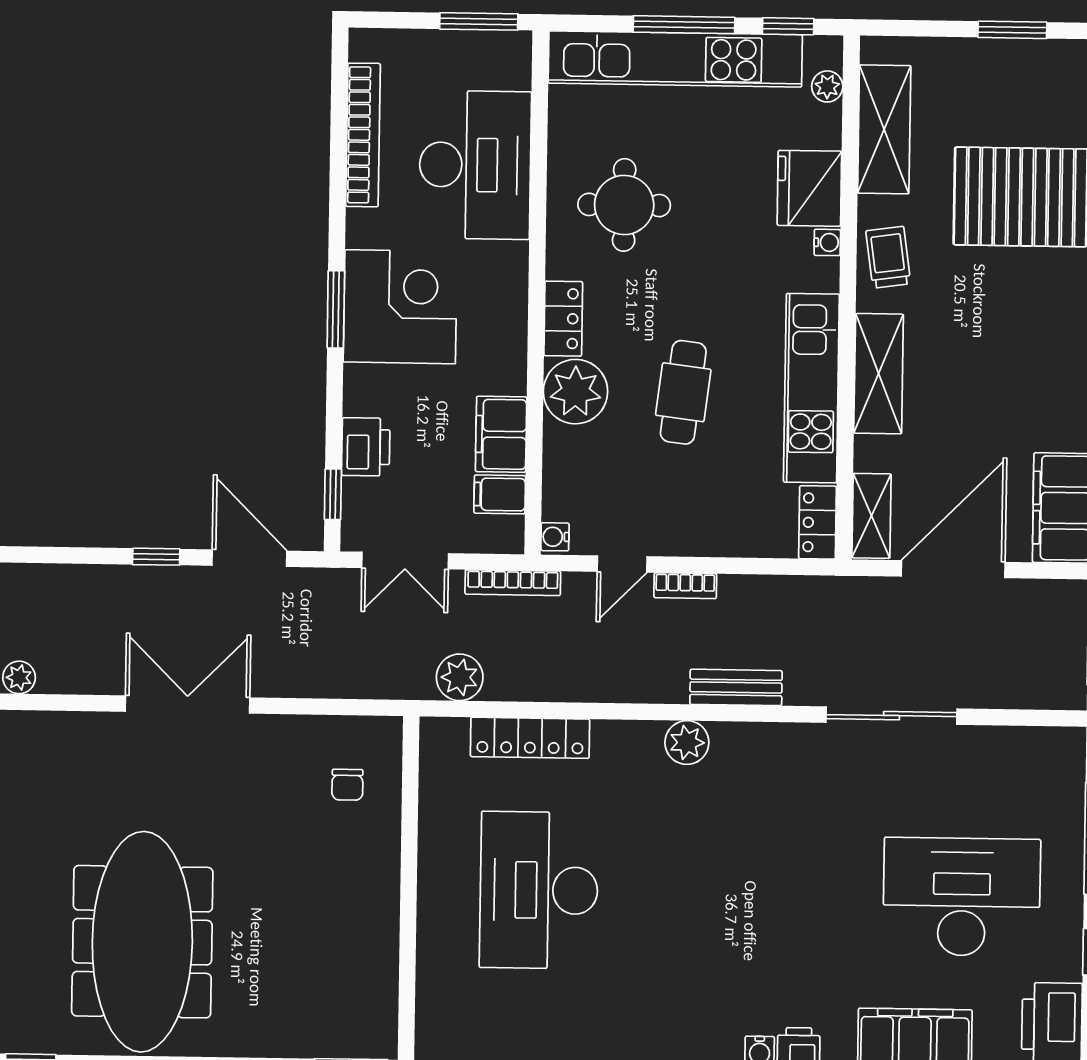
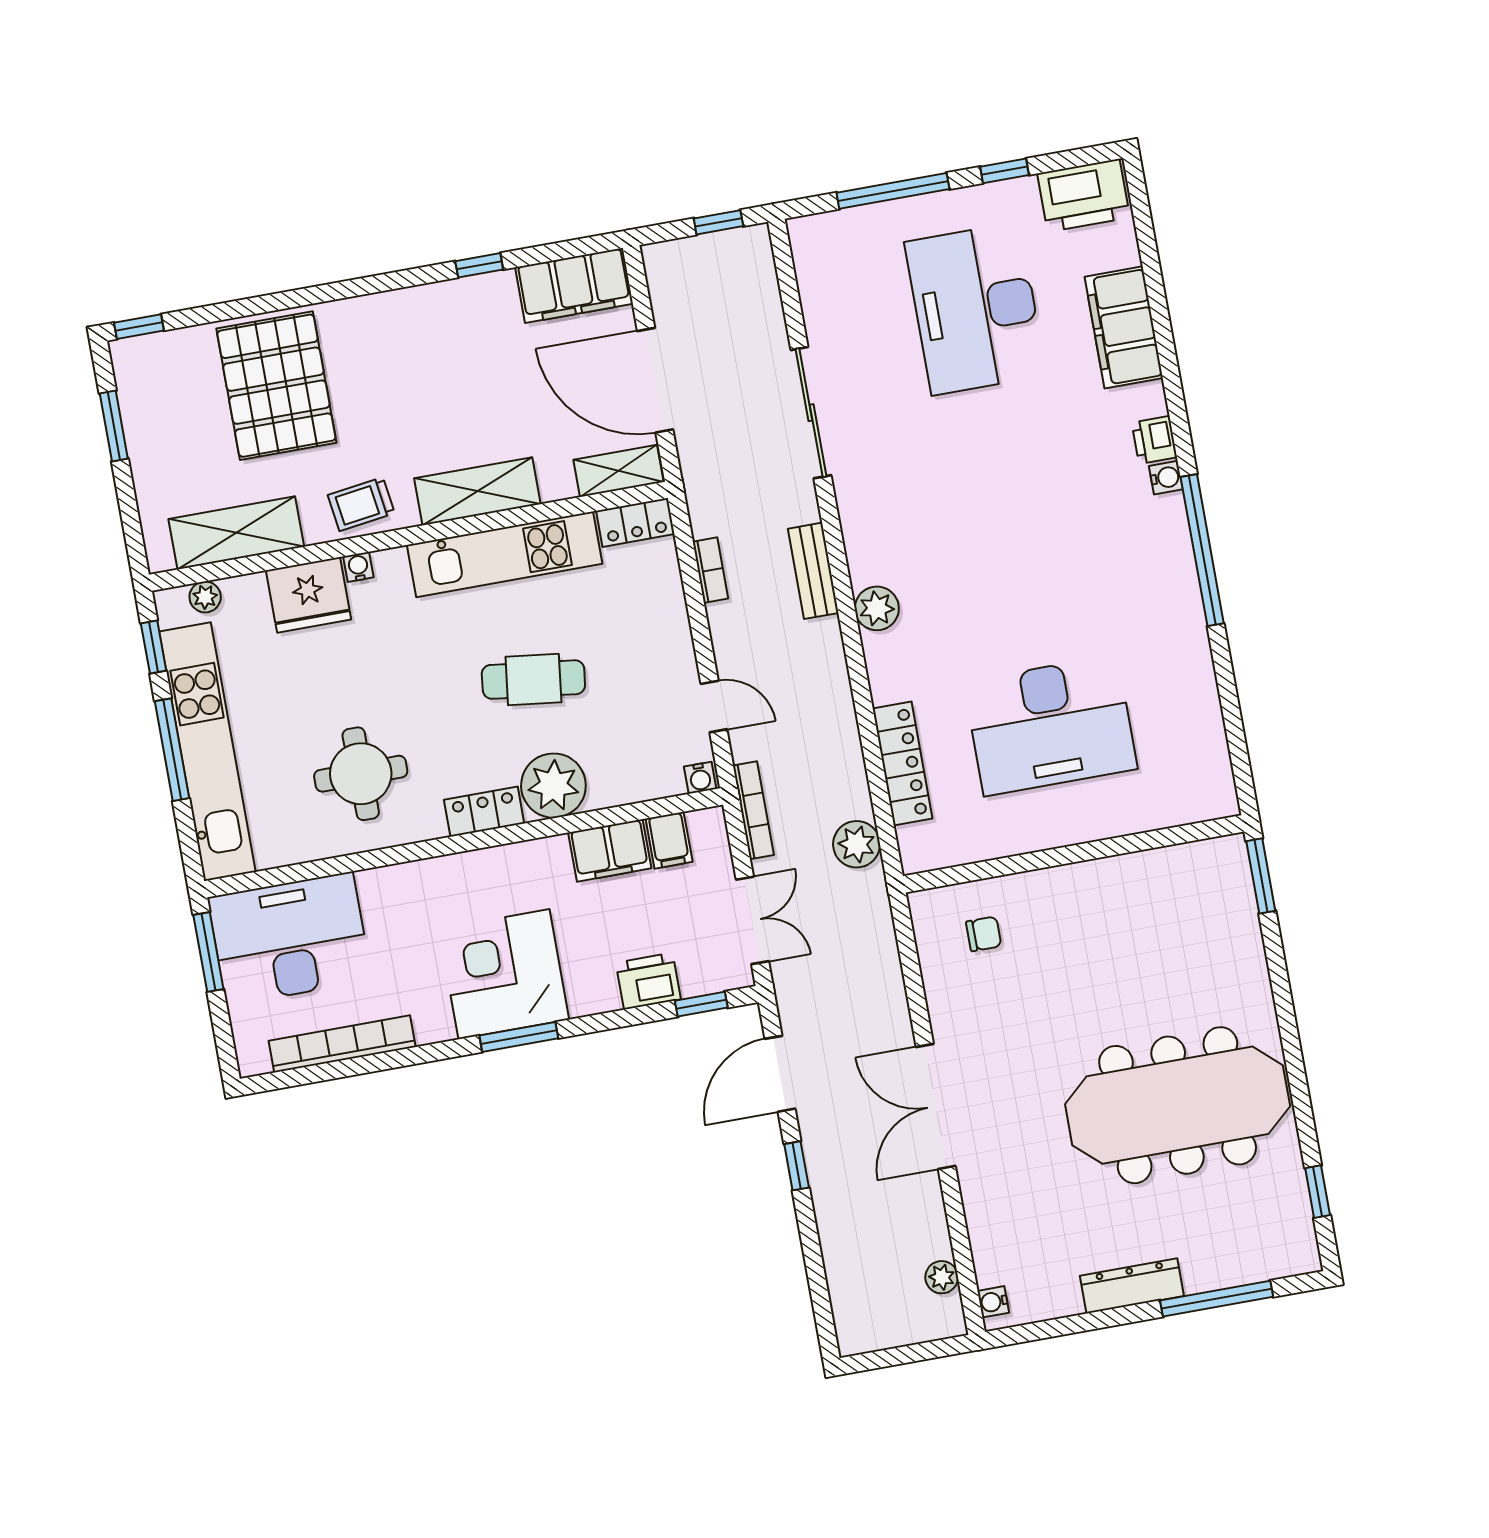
desk: (475, 165) -> (290, 939), moved
bookcase: (685, 586) -> (710, 570), moved

